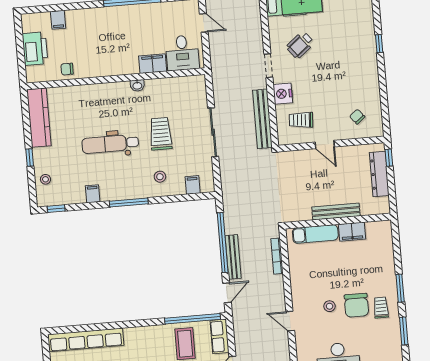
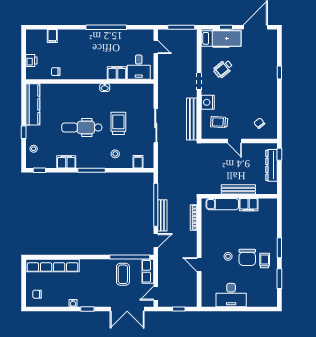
printer: (35, 49) -> (31, 60), width x0.53, depth x0.68
filing cabinet: (93, 194) -> (66, 162), width x2.00

